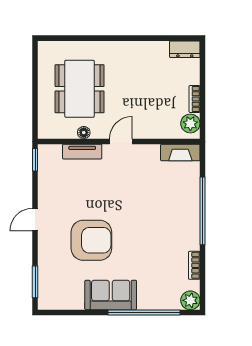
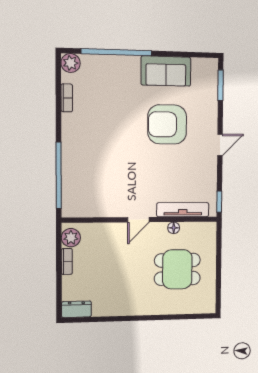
dining table: (80, 89) -> (177, 269), width x0.73
tv unit: (82, 152) -> (183, 210), width x1.41
fireplace: (180, 152) -> (81, 209), removed
window: (203, 211) -> (59, 175), moved
sofa: (111, 295) -> (166, 71), moved

